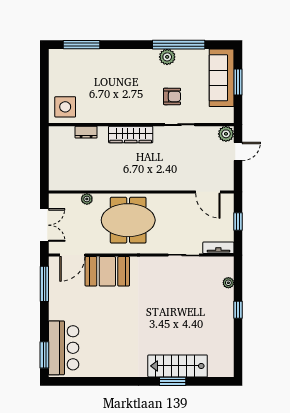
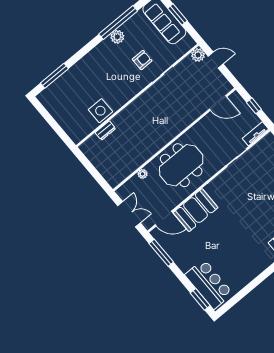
side table: (65, 107) -> (100, 111), moved
wardrobe: (131, 134) -> (136, 108), removed
door: (238, 152) -> (216, 60), hinge flipped
door: (72, 255) -> (164, 219), hinge flipped

